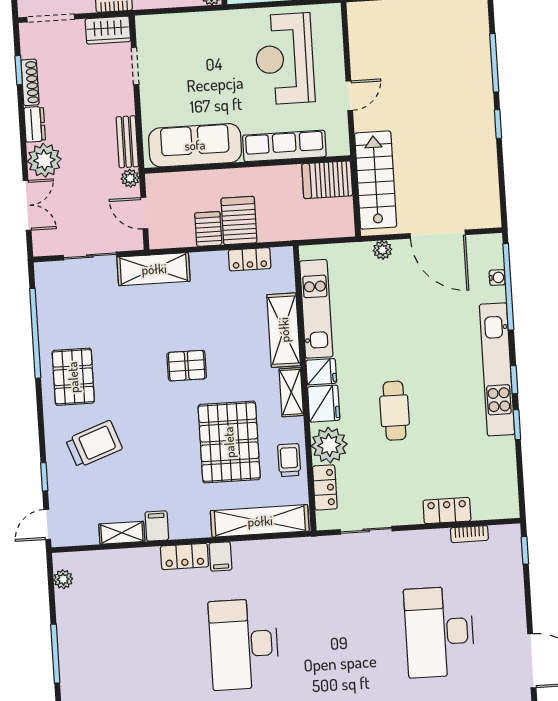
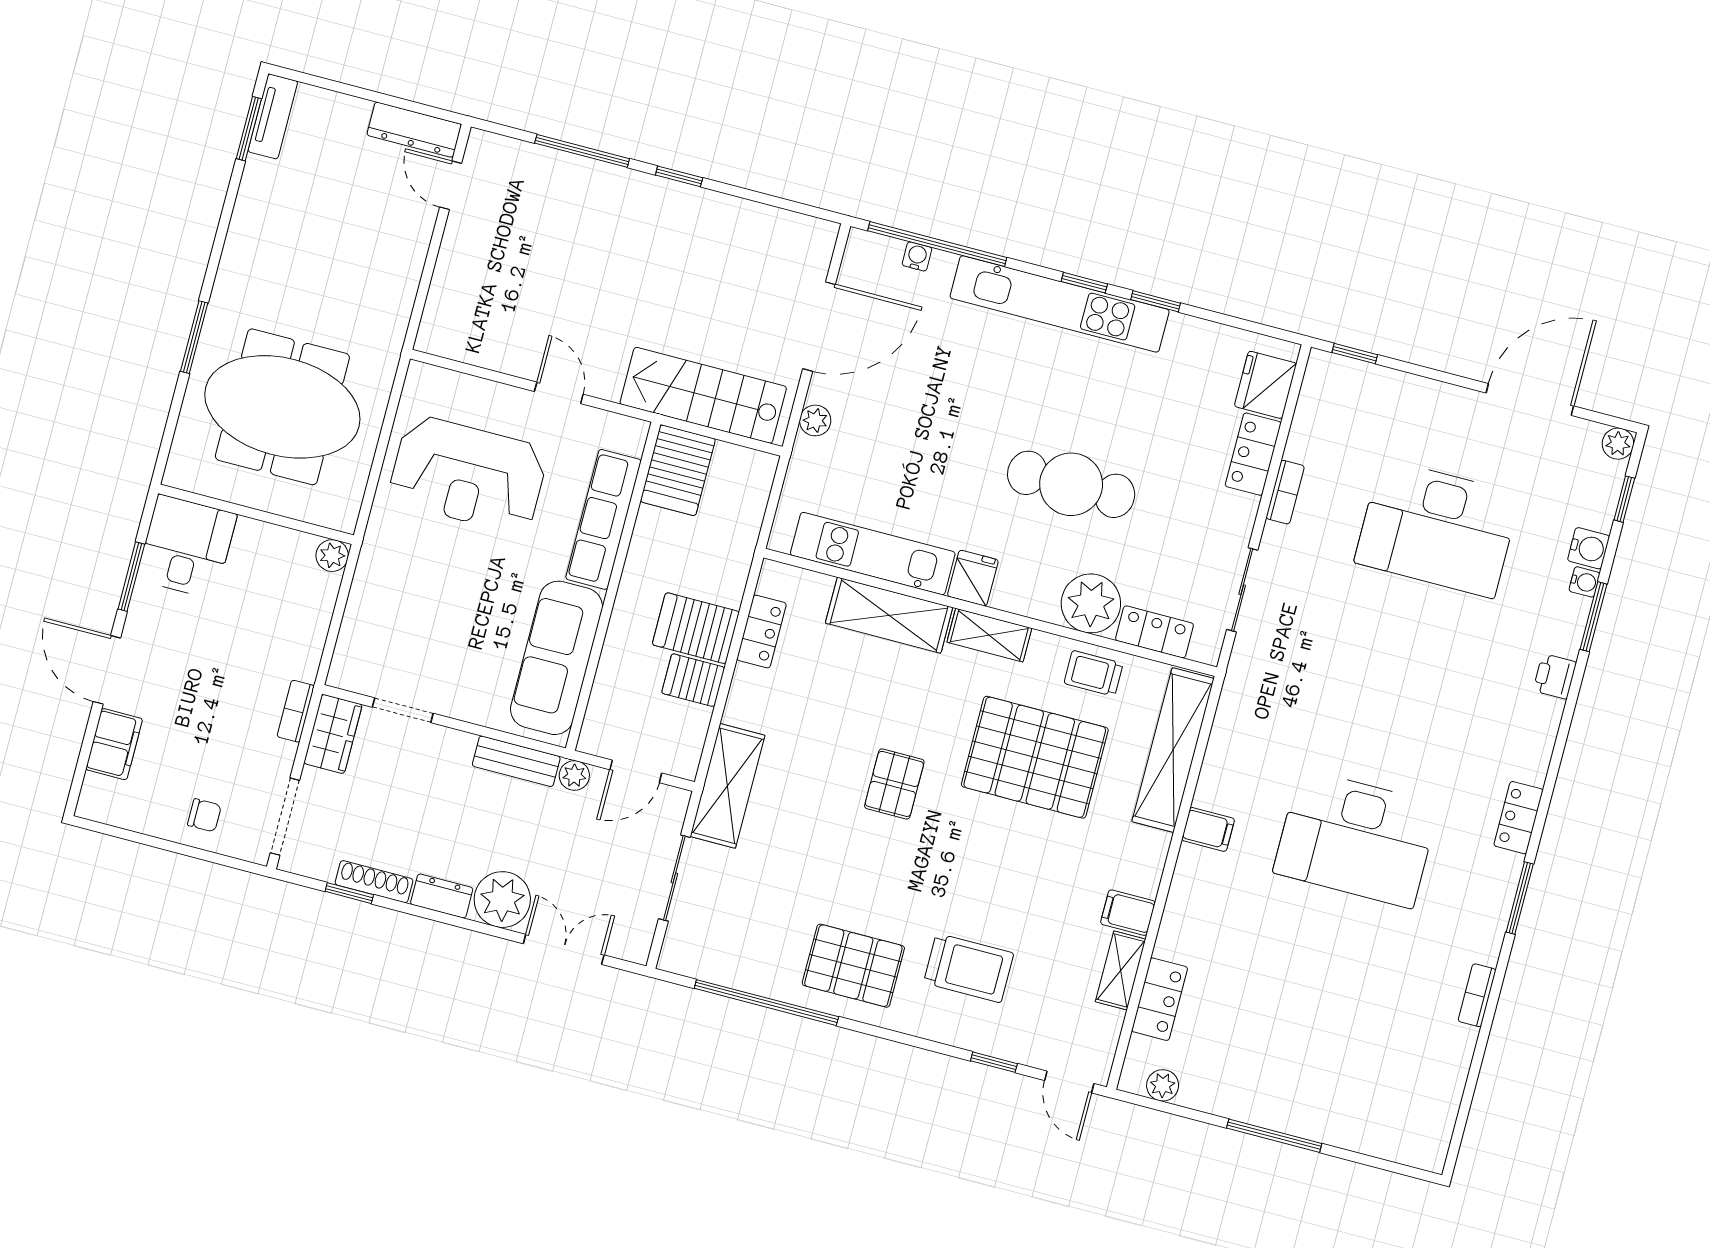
fridge: (324, 404) -> (1266, 385), moved, turned -90
cafe table: (395, 411) -> (1071, 484), width x1.37, depth x1.35
trolley: (94, 444) -> (969, 968), turned 110
bookcase: (469, 534) -> (1285, 492), moved
locker: (184, 556) -> (1160, 999), moved

